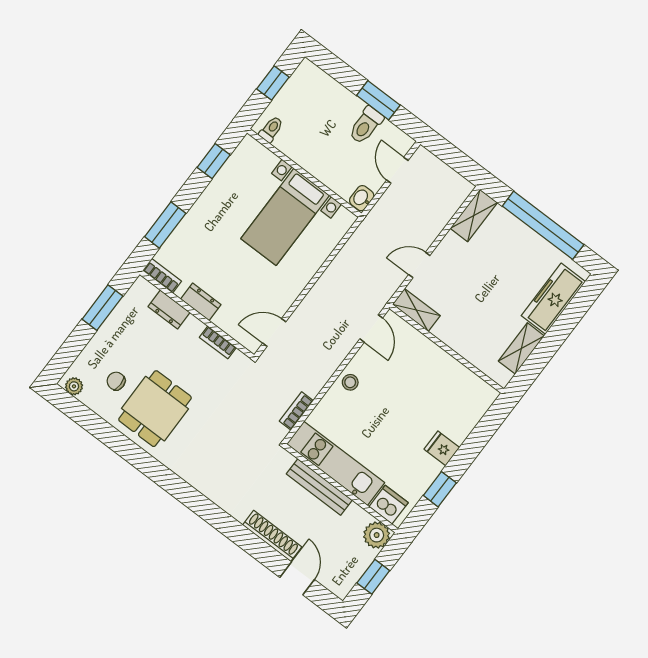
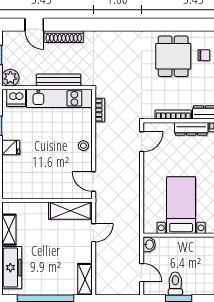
dresser: (201, 302) -> (191, 129), width x1.44
shelving: (416, 310) -> (70, 211), width x1.50, depth x1.33
bookcase: (218, 342) -> (173, 115), width x1.56

